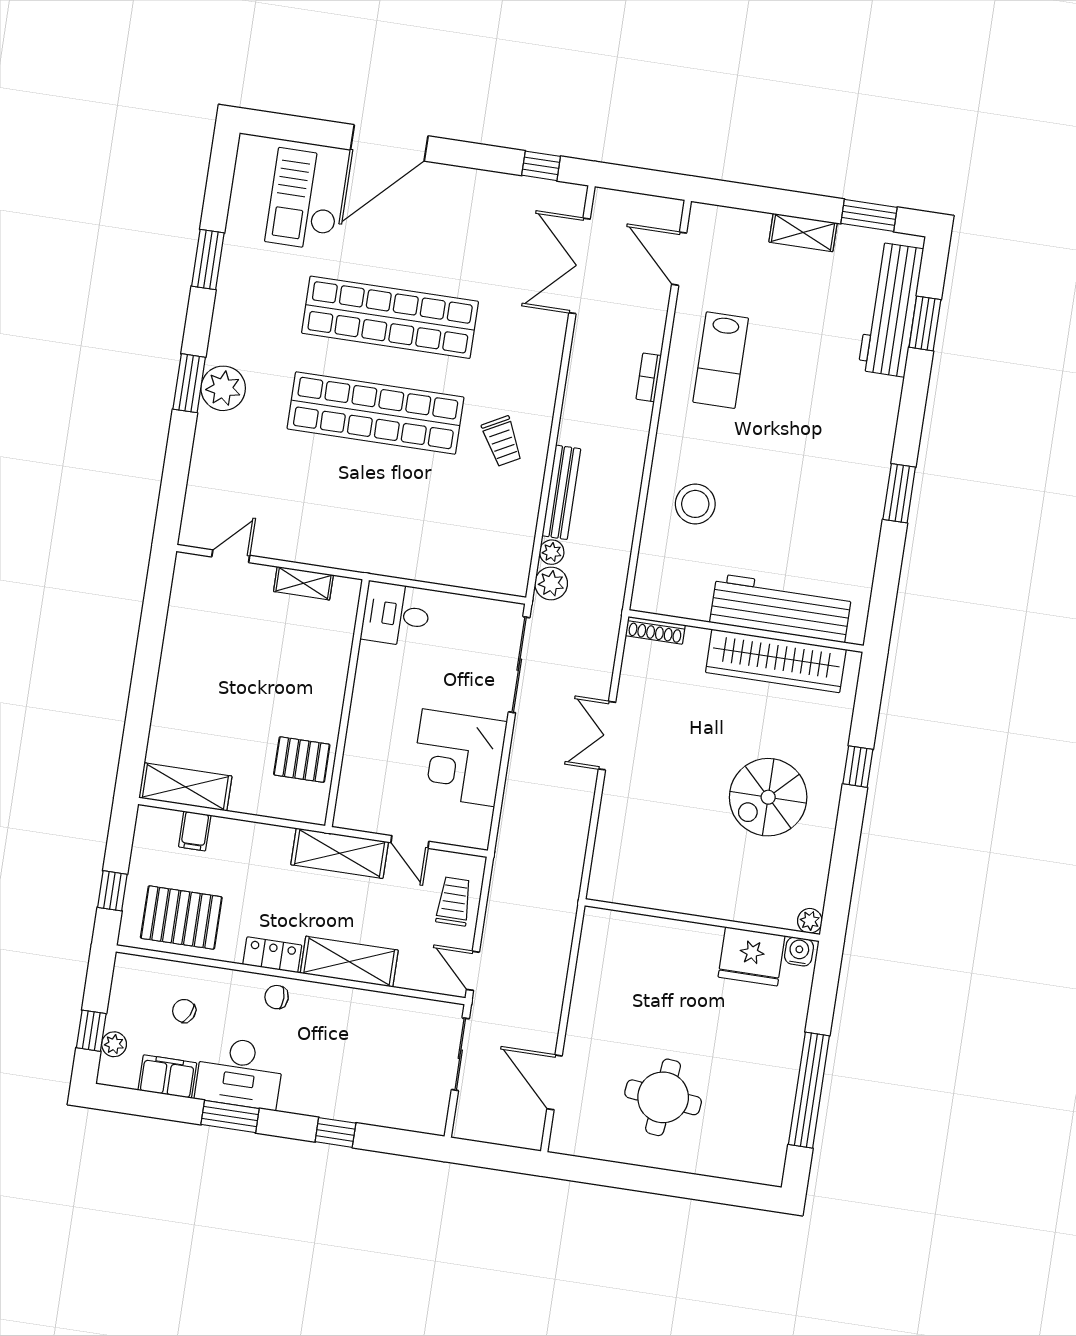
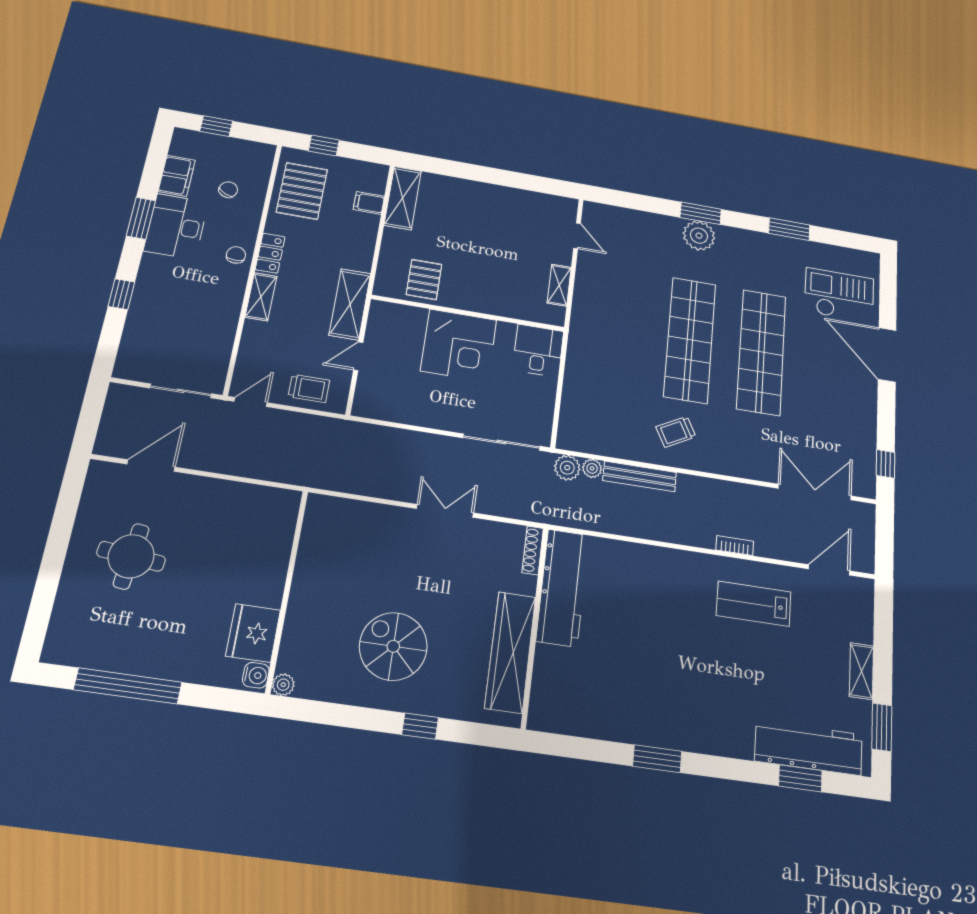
stool: (695, 504) -> (637, 583), removed
workbench: (781, 608) -> (562, 587), moved
corner desk: (458, 758) -> (459, 345), moved, turned 180
shelving: (349, 962) -> (261, 297), width x0.67, depth x0.75
plant: (114, 1044) -> (205, 141), removed

